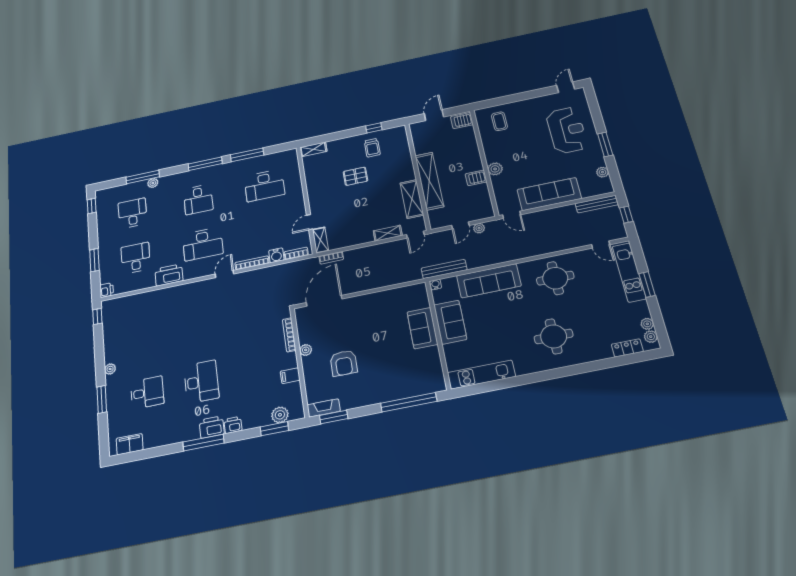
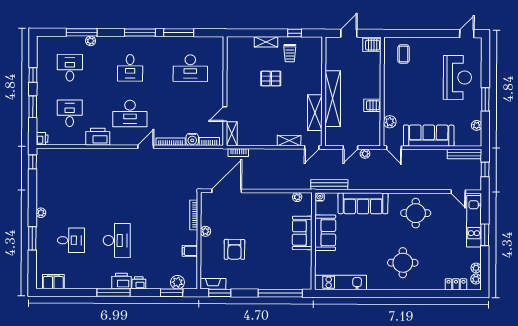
shelving: (313, 149) -> (266, 42), moved
plant: (495, 169) -> (390, 122), moved
window: (92, 206) -> (33, 75), moved
plant: (409, 290) -> (297, 197), added

